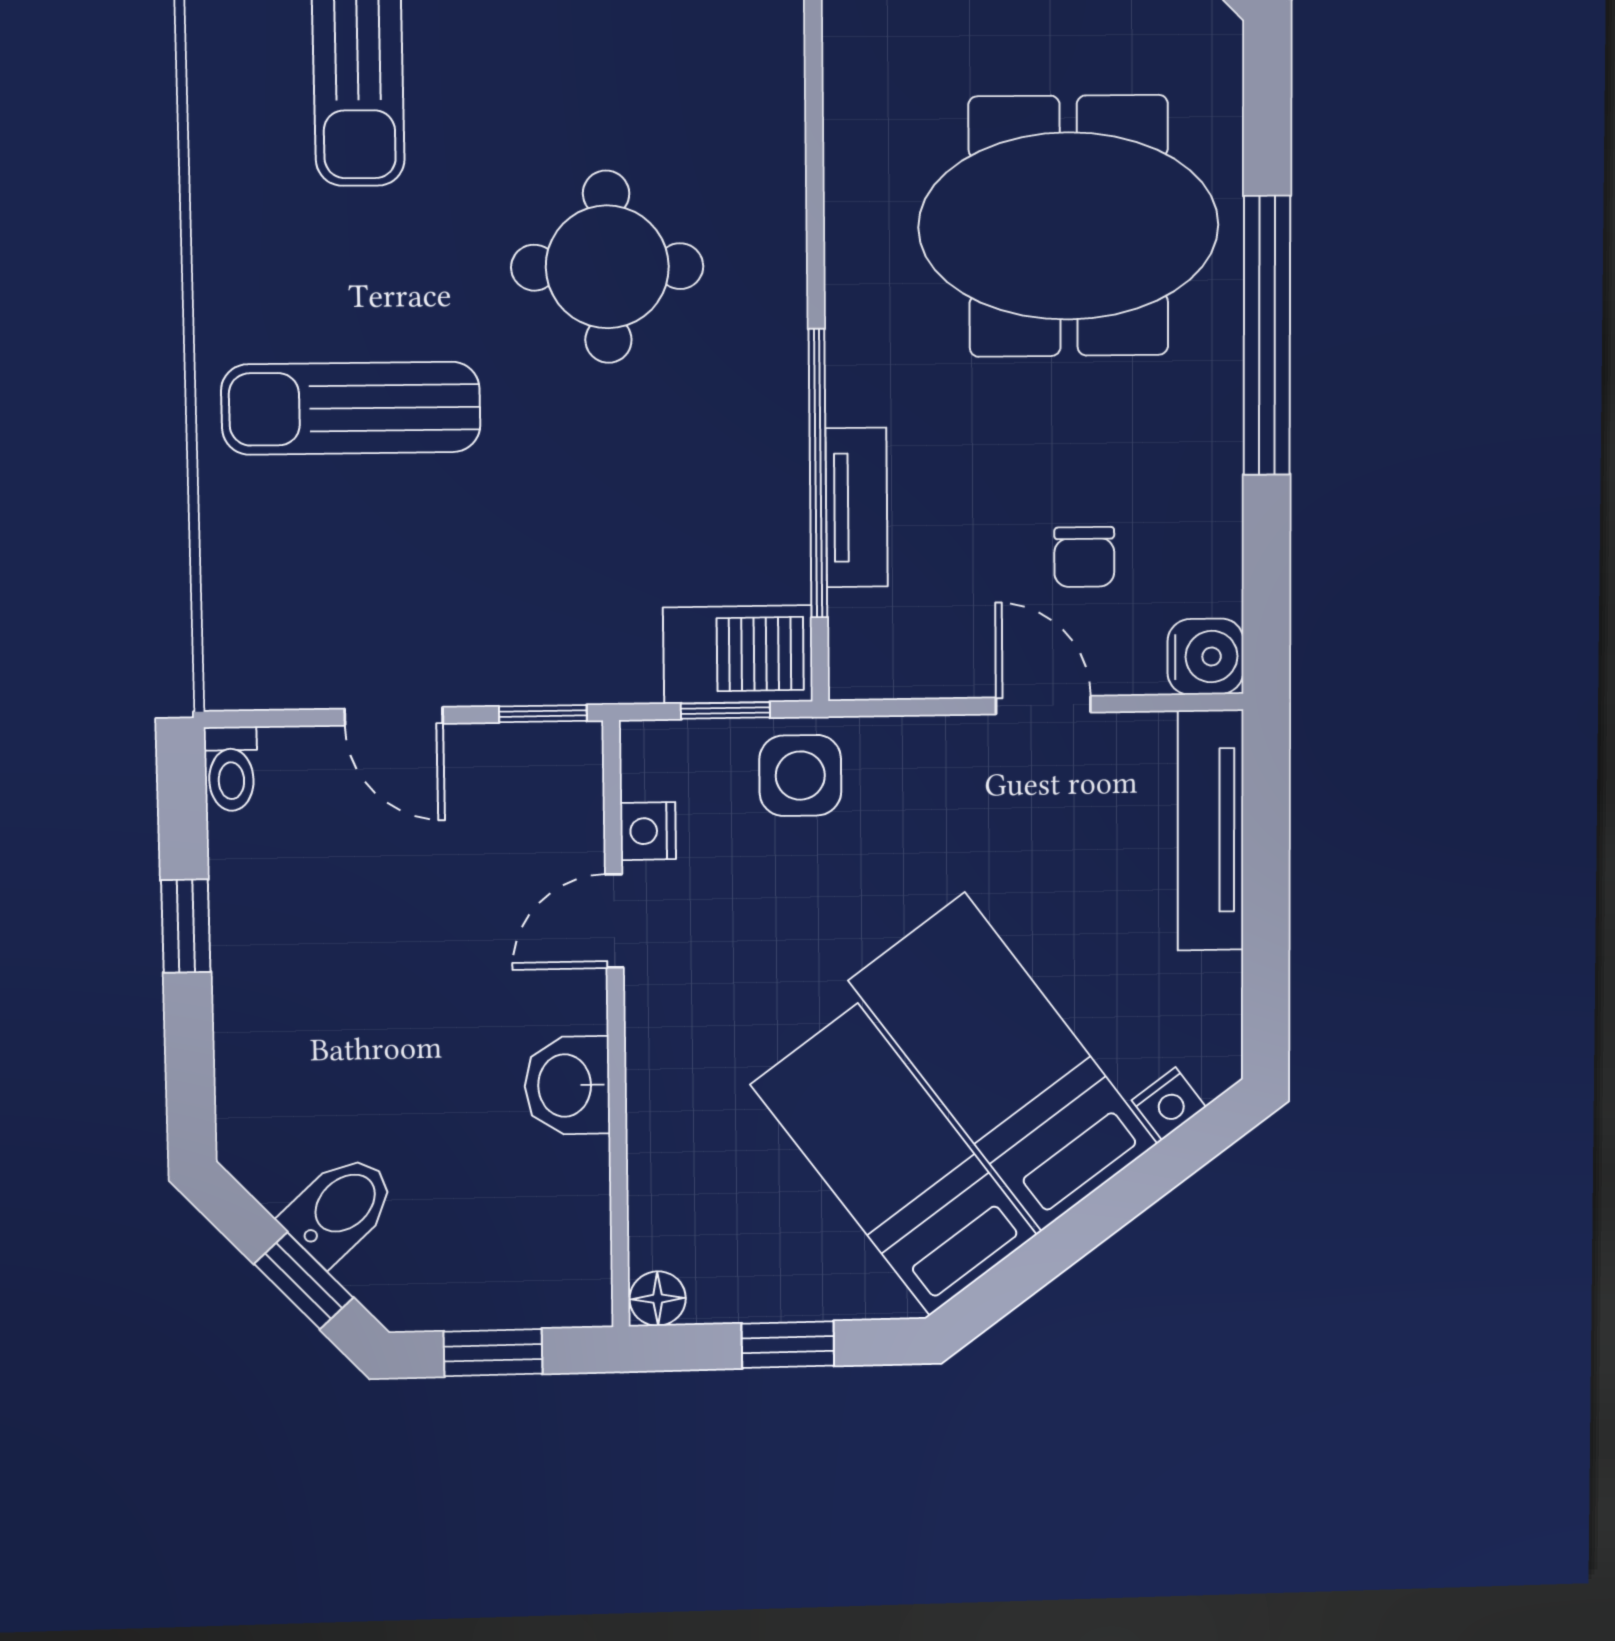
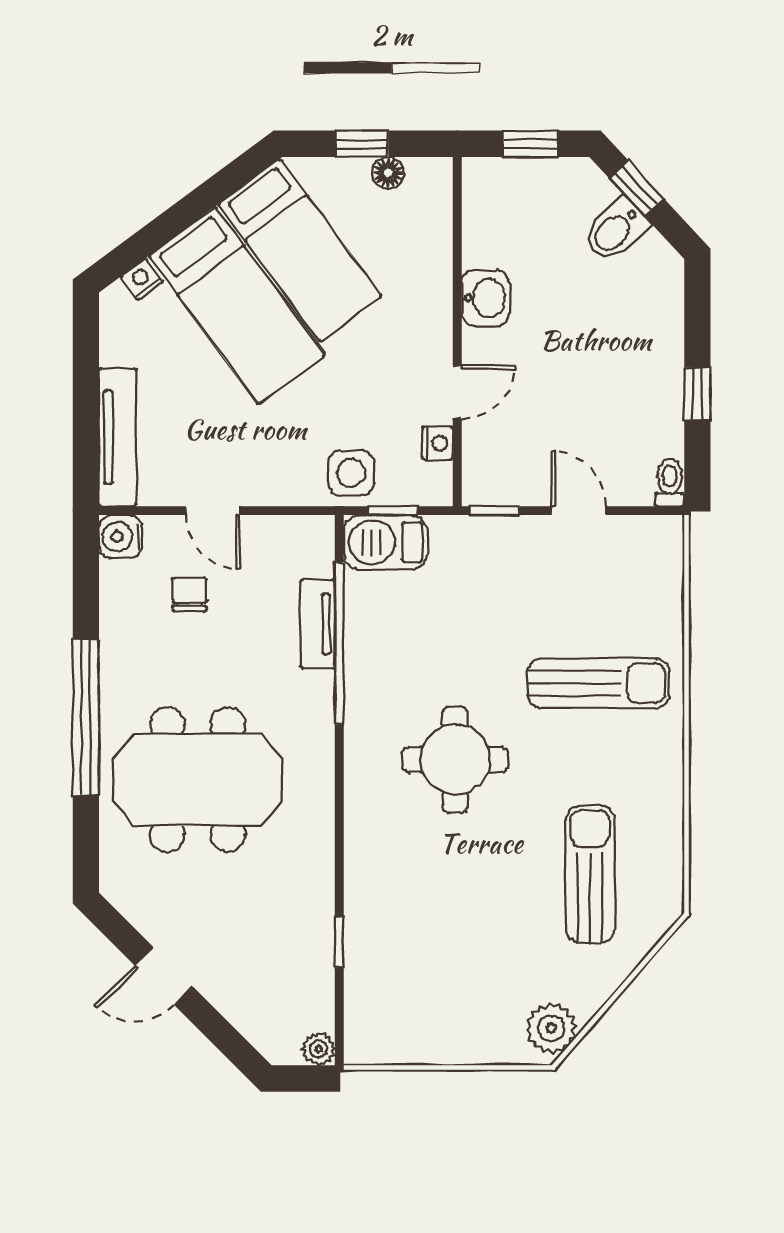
floor lamp: (658, 1299) -> (388, 173), moved

